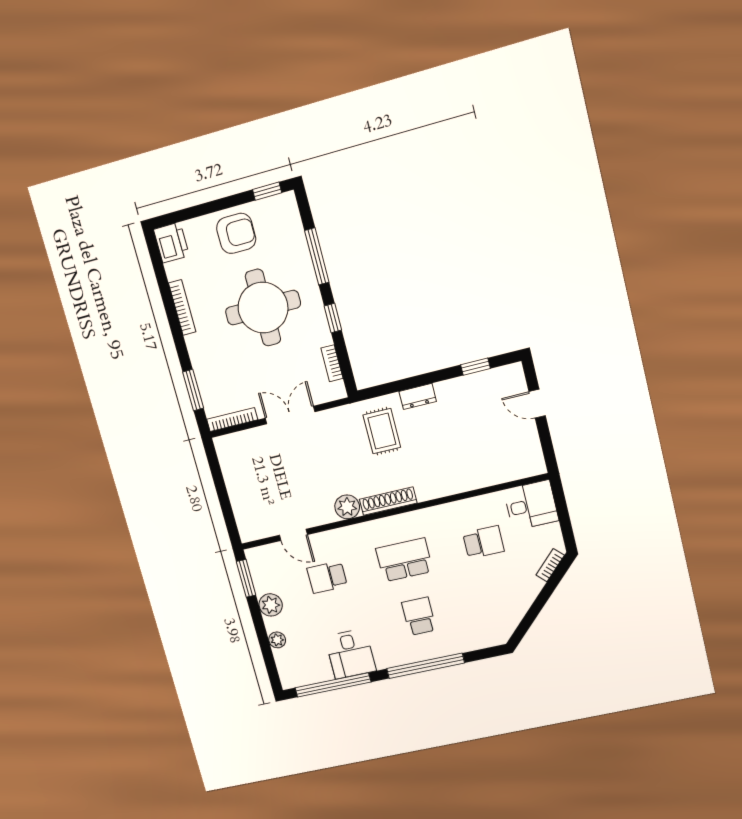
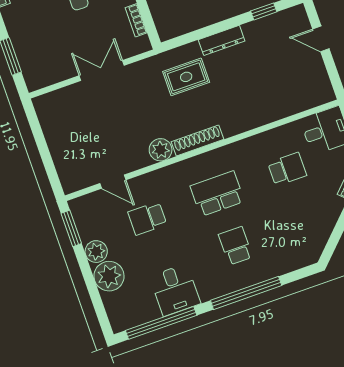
dresser: (418, 396) -> (222, 40), width x1.44
bookcase: (232, 420) -> (49, 80), removed
rug: (382, 431) -> (186, 77), turned 90
plant: (277, 640) -> (109, 276), width x1.87, depth x1.87

